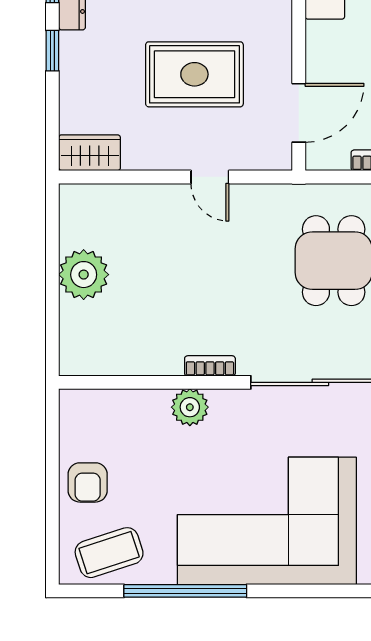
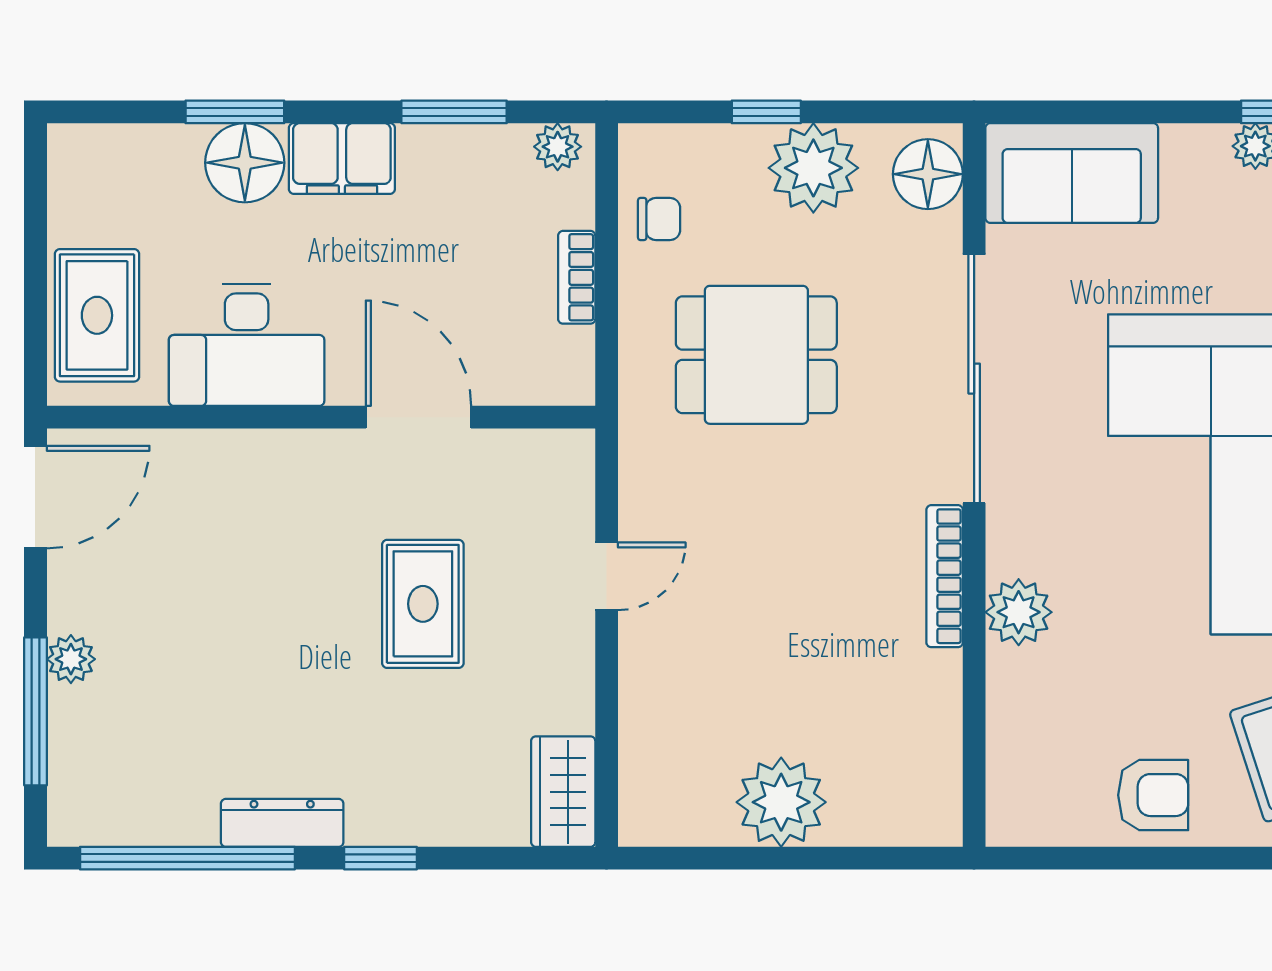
rug: (194, 74) -> (423, 604), width x0.73, depth x0.70
door: (299, 113) -> (419, 417), moved
bookcase: (210, 366) -> (945, 576), width x1.56

